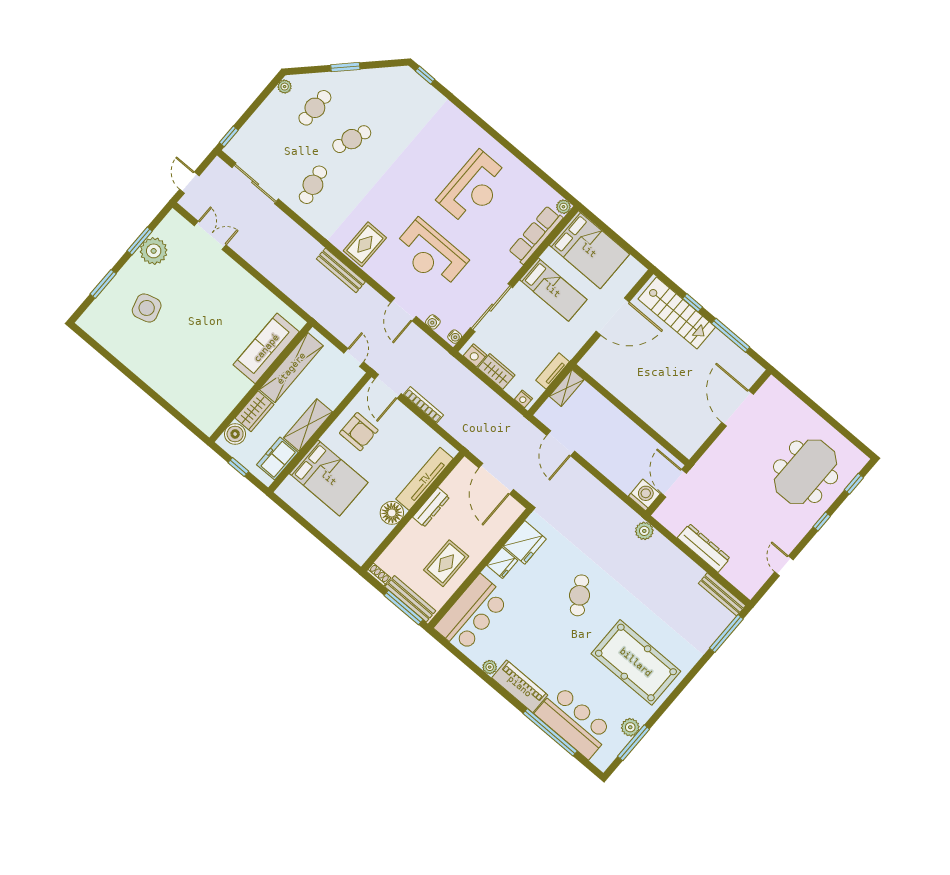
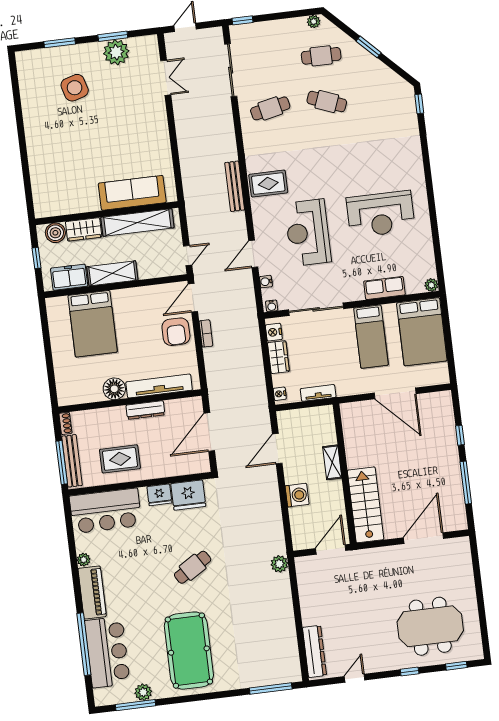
row of seats: (536, 235) -> (384, 288), width x0.68
stairs: (677, 313) -> (366, 505), moved, turned 180
shelving: (567, 388) -> (332, 462), moved, turned 90
bookcase: (423, 405) -> (206, 333), width x0.64
armchair: (359, 432) -> (176, 332), moved
washing machine: (644, 495) -> (297, 495), moved
dresser: (704, 548) -> (315, 651), moved
bench: (722, 594) -> (293, 658), removed

